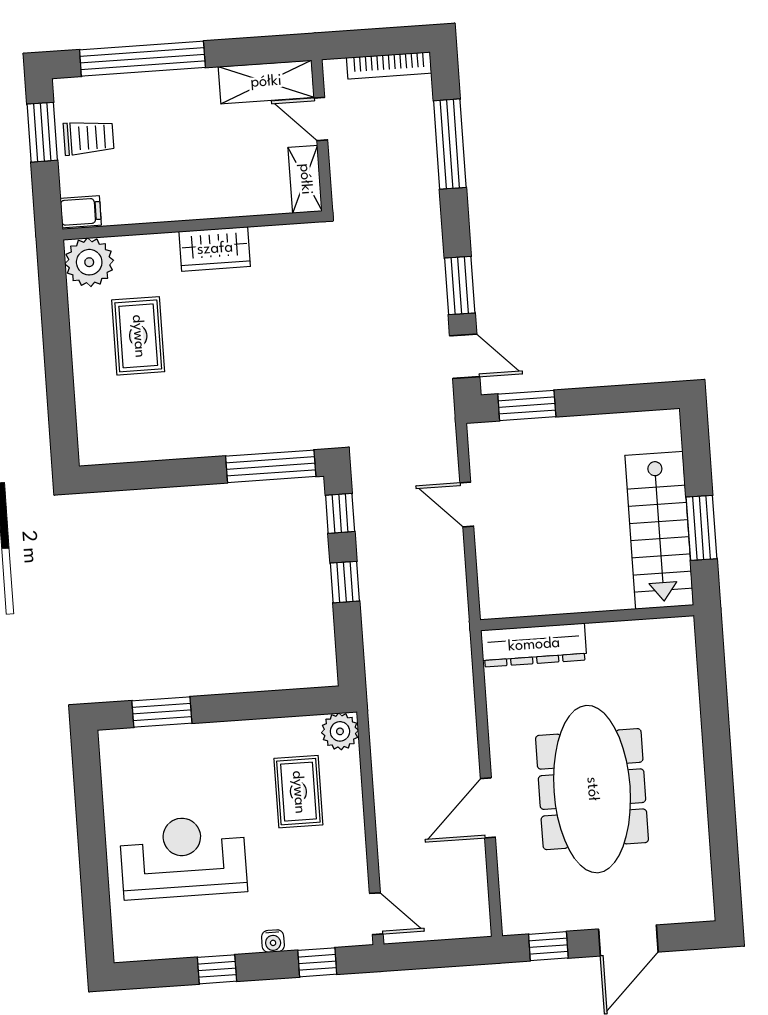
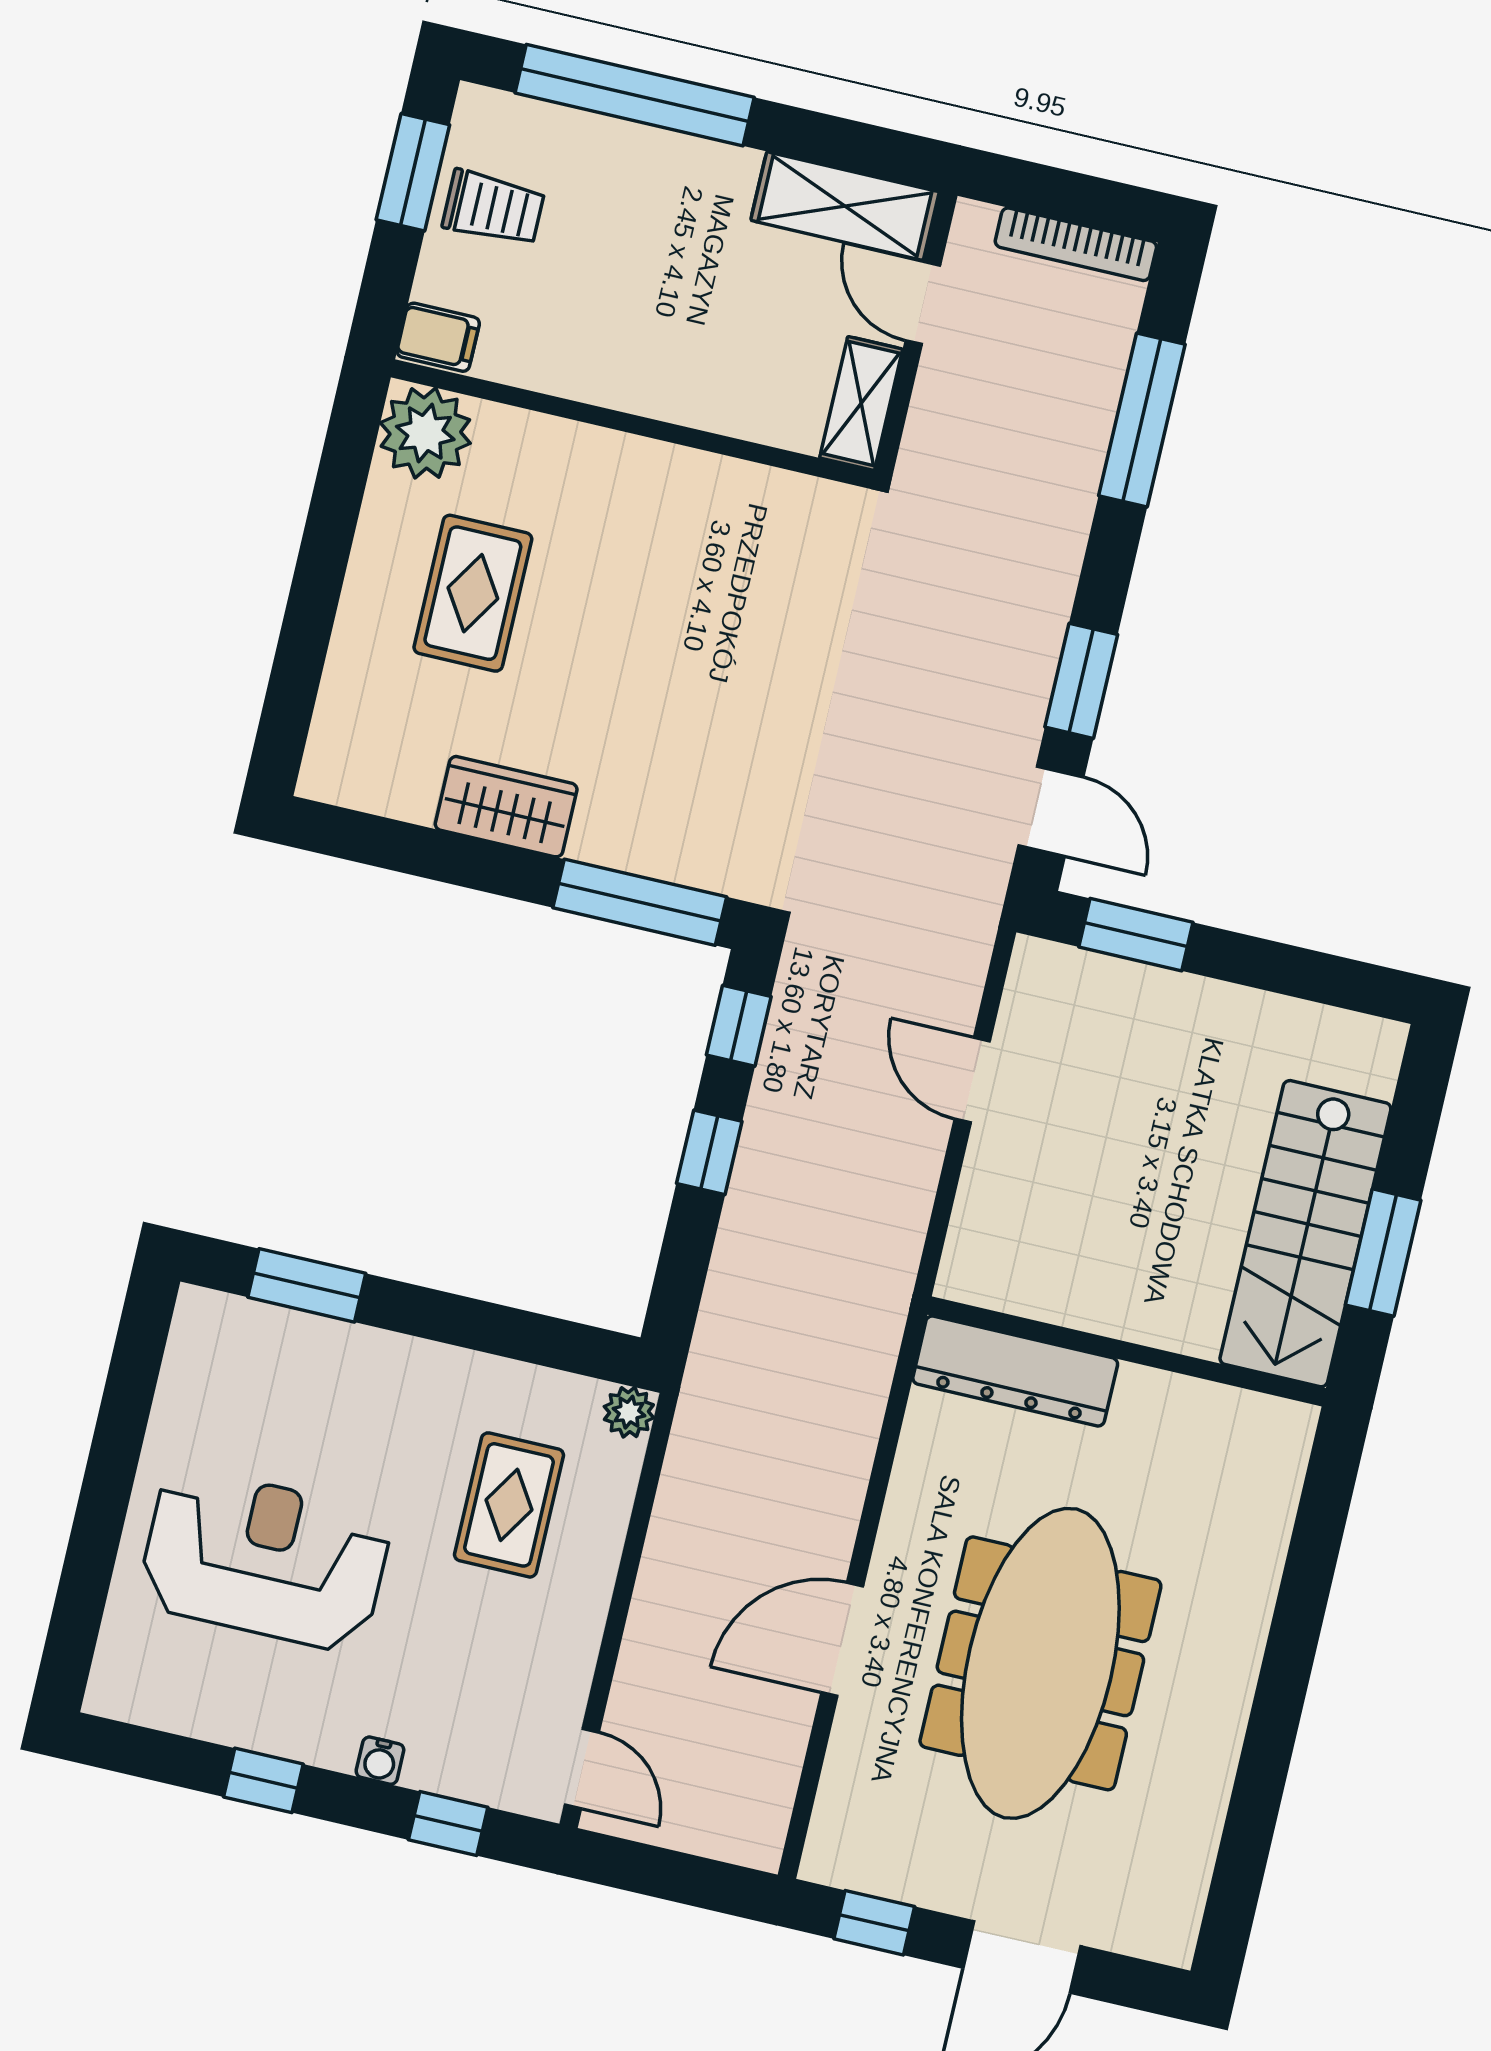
wardrobe: (215, 249) -> (506, 807), moved, turned 180
plant: (340, 731) -> (629, 1412), width x0.73, depth x0.73

